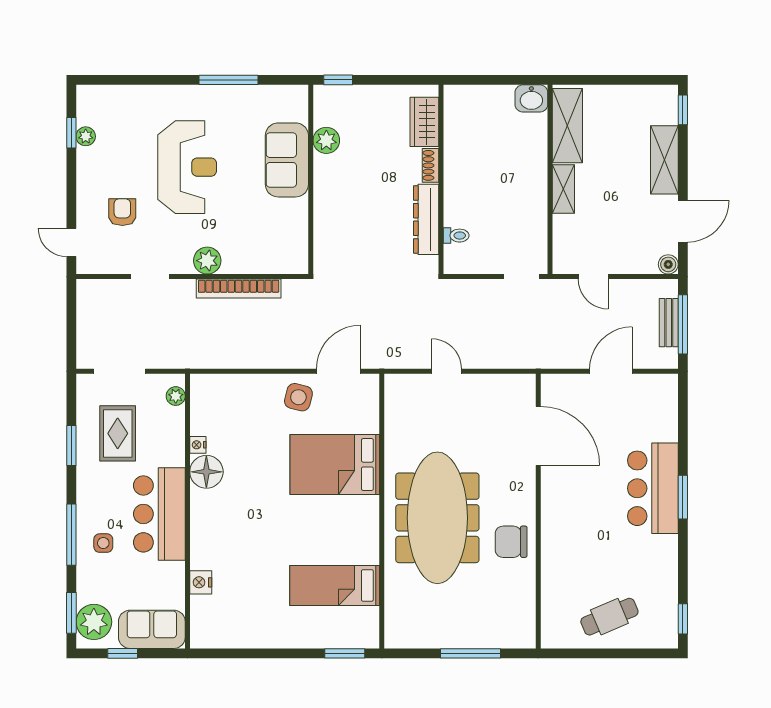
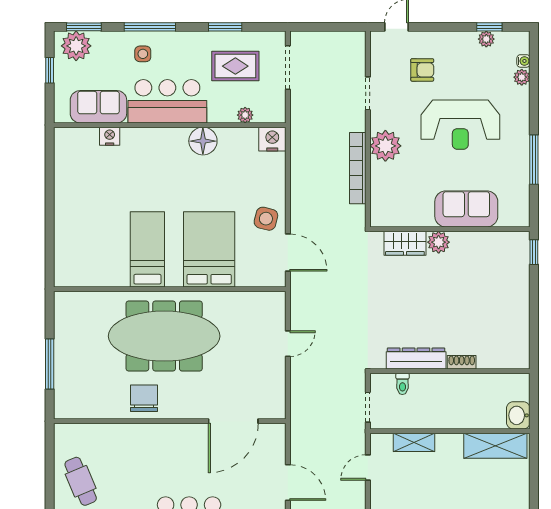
water cooler: (112, 92) -> (523, 61), added
plant: (131, 94) -> (522, 77), added
wardrobe: (424, 122) -> (405, 243), moved, turned 180
plant: (326, 140) -> (439, 242), moved
shoe rack: (430, 165) -> (462, 362), moved
wall: (441, 179) -> (450, 371), moved
shelving: (563, 189) -> (414, 442), moved
dresser: (426, 219) -> (416, 359), moved
toilet: (456, 236) -> (402, 384), moved
plant: (207, 261) -> (385, 146), width x1.36, depth x1.36
plant: (176, 396) -> (245, 115), moved
nightstand: (198, 445) -> (272, 139), moved, width x1.89, depth x1.79
bed: (335, 585) -> (147, 249), moved
sofa: (152, 629) -> (98, 107), moved, turned -90
window: (345, 653) -> (50, 258), removed

